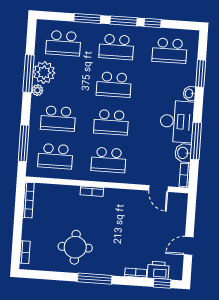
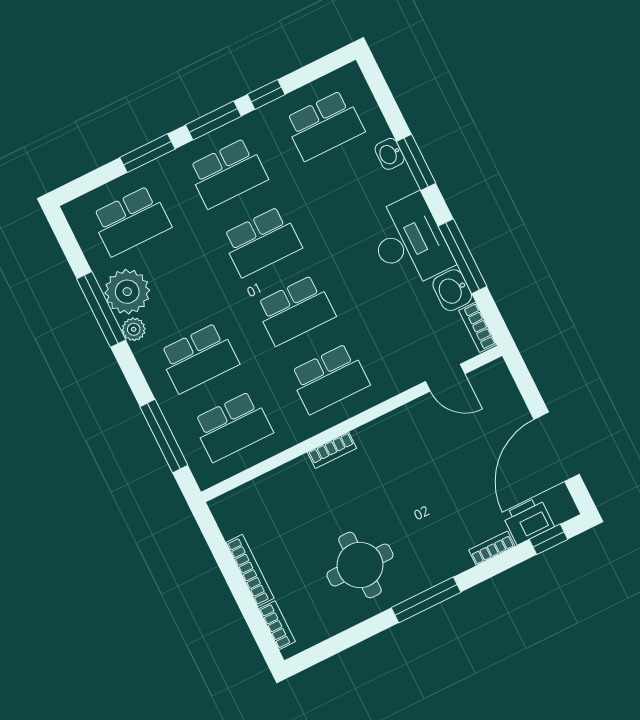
window: (201, 74) -> (416, 162), moved
washbasin: (189, 93) -> (390, 154), moved
bookcase: (28, 200) -> (250, 570), moved
door: (189, 246) -> (557, 447), width x1.88

